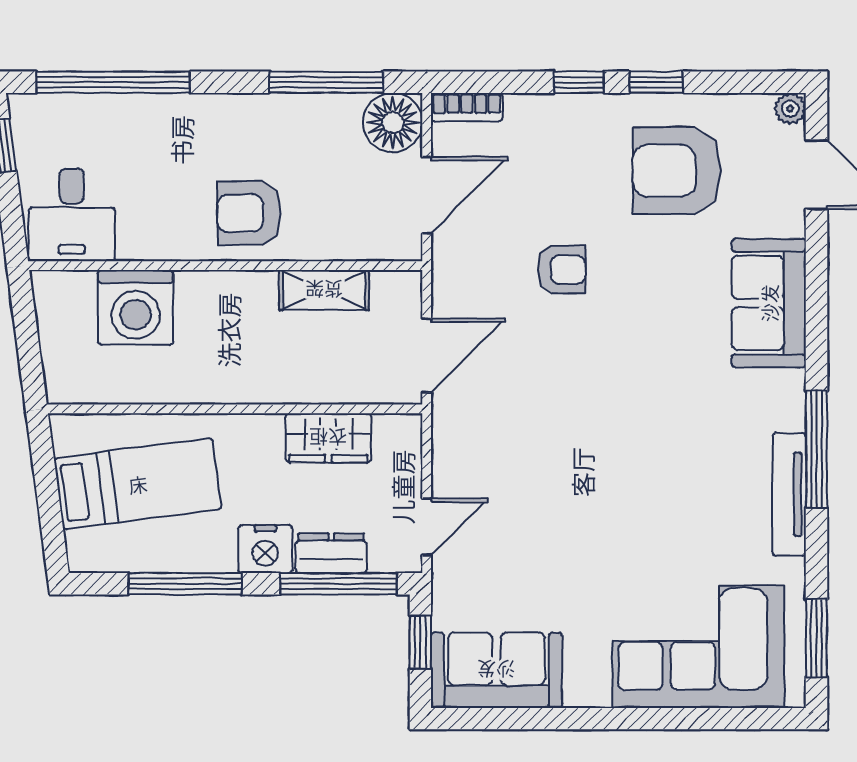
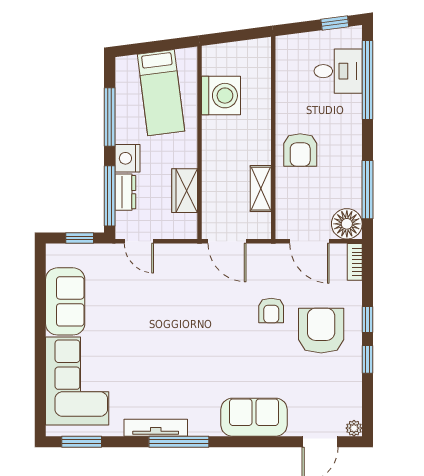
armchair: (677, 171) -> (321, 331), moved
armchair: (249, 213) -> (300, 150), turned 180
desk: (72, 215) -> (338, 71), moved, turned 180
washing machine: (136, 307) -> (221, 96), moved, turned 180
sofa: (496, 670) -> (65, 301), moved

